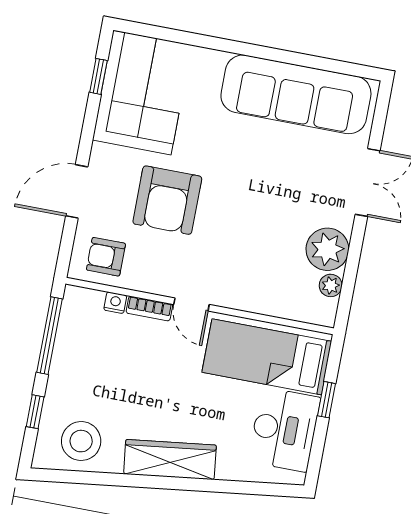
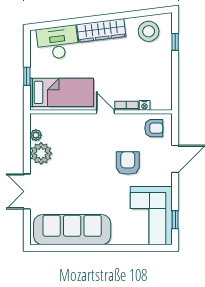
armchair: (167, 200) -> (128, 163), width x0.73, depth x0.73
window: (49, 336) -> (175, 82), removed
desk: (284, 429) -> (58, 43), moved, turned 83

